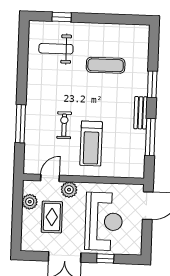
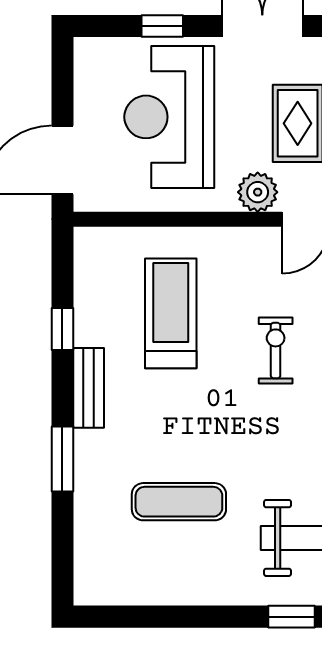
exercise bike: (64, 125) -> (276, 350), turned 180
window: (150, 137) -> (62, 329), width x0.46
treadmill: (91, 144) -> (171, 313), moved

